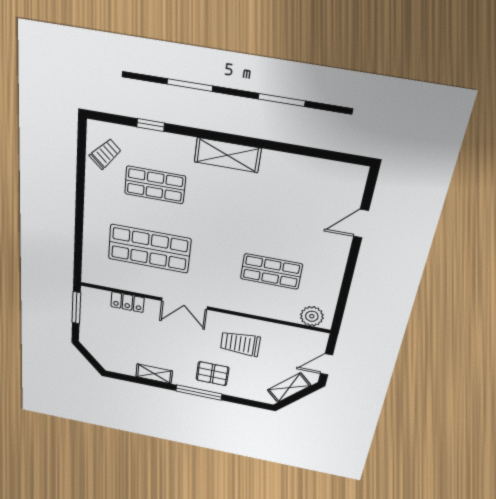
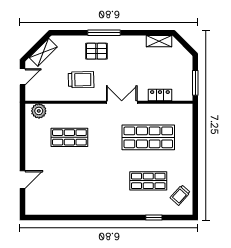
shelving: (228, 155) -> (107, 207), removed
shelving: (154, 374) -> (159, 41), moved

